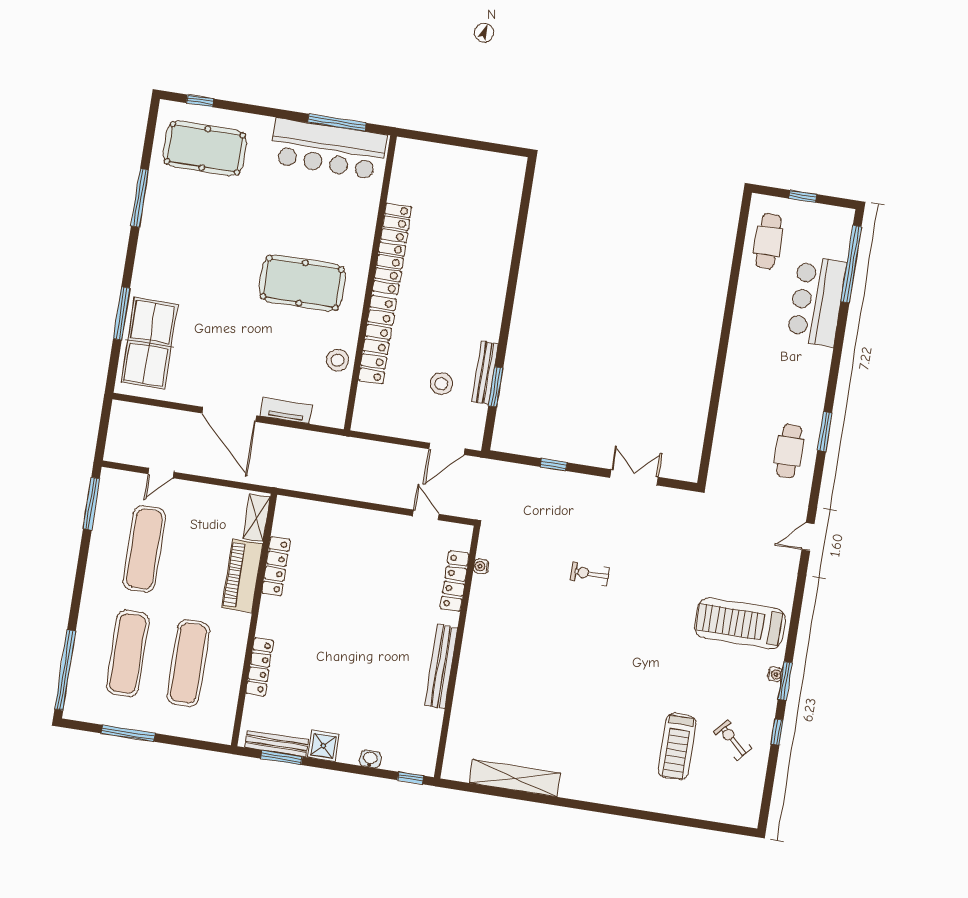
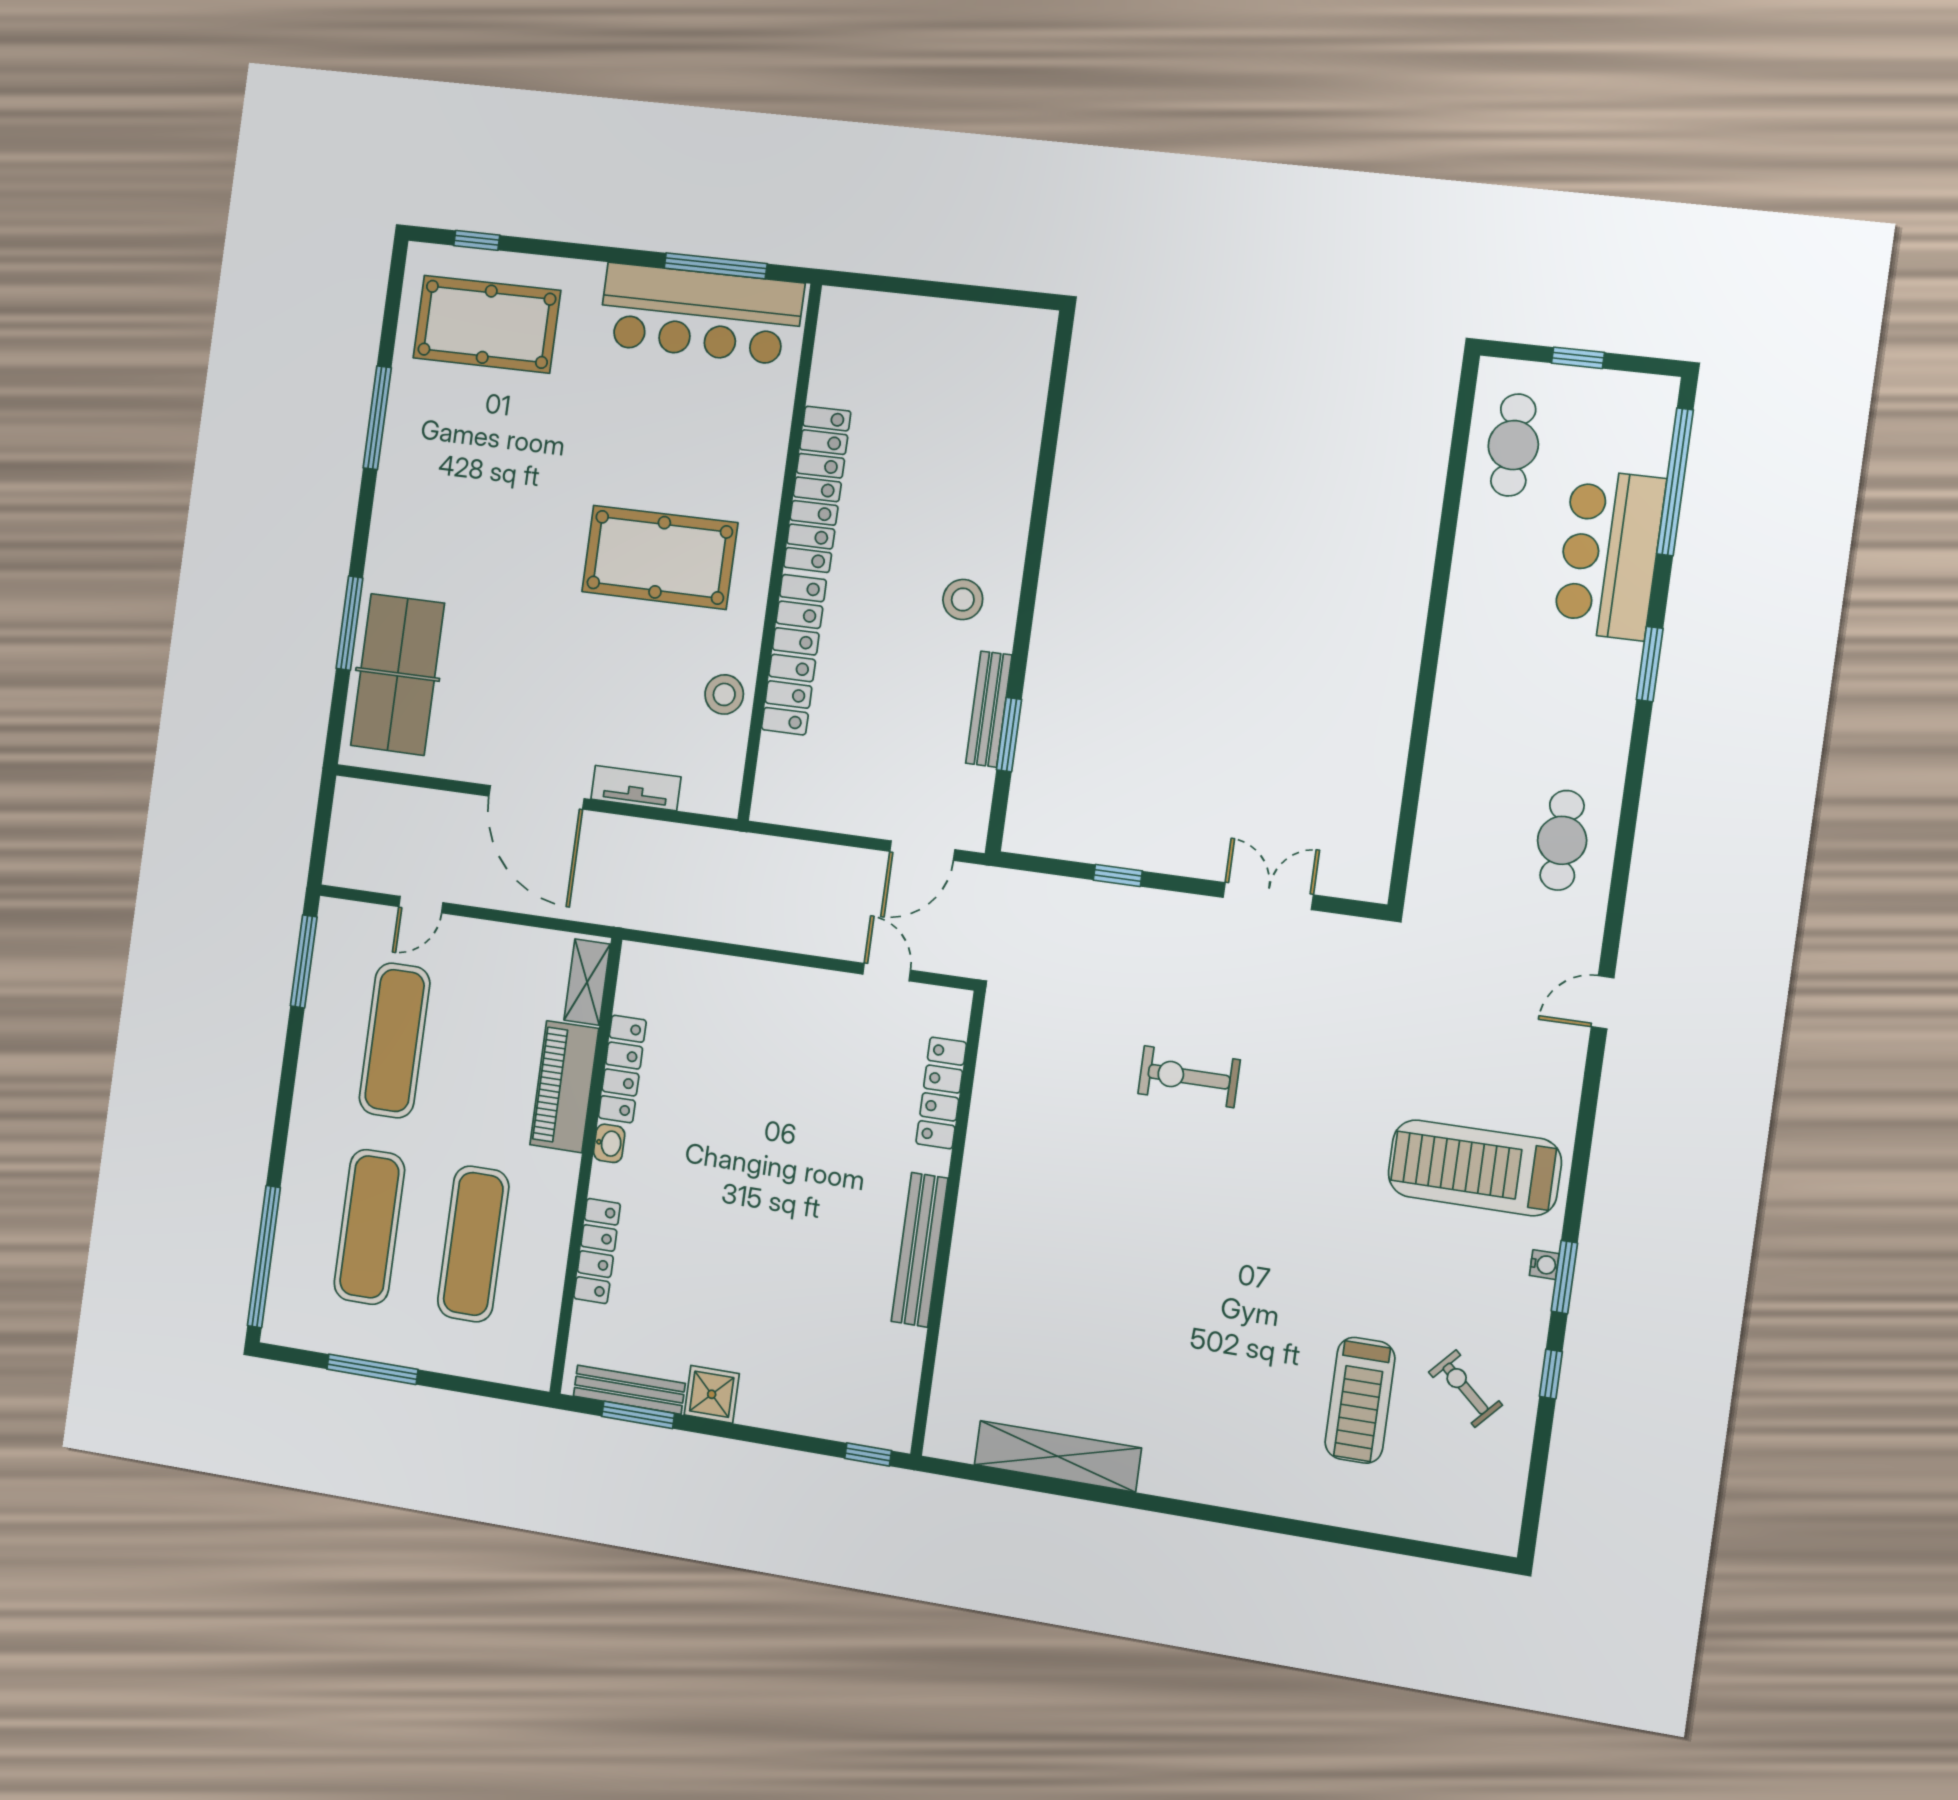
stool: (441, 384) -> (963, 600), moved
window: (825, 432) -> (1650, 664), moved
water cooler: (481, 566) -> (988, 1065), removed
exercise bike: (590, 574) -> (1189, 1077), width x1.38, depth x1.39
washbasin: (370, 759) -> (609, 1143), moved, turned 90

